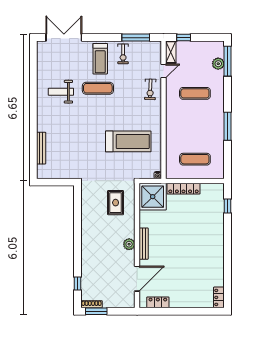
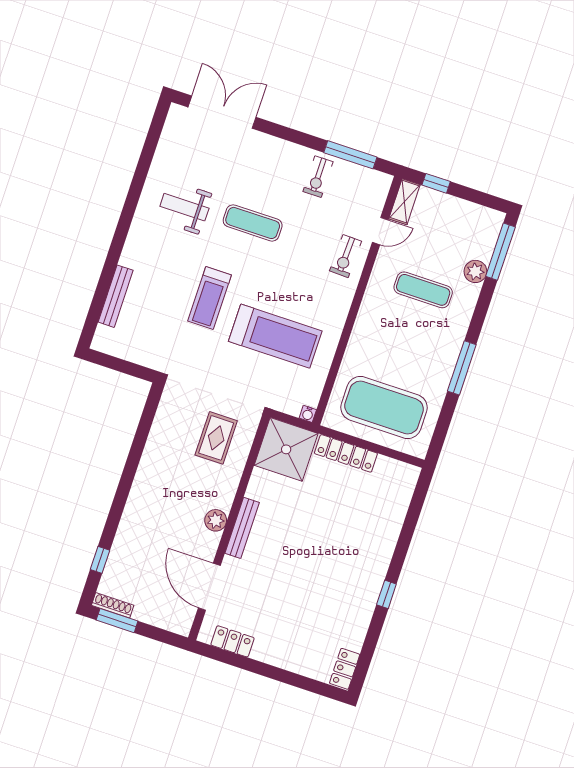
treadmill: (100, 59) -> (210, 298), moved
plant: (218, 64) -> (475, 271), moved
exercise mat: (195, 159) -> (384, 407), width x2.00, depth x1.45
window: (228, 206) -> (386, 594), moved
door: (137, 279) -> (209, 587), swing flipped

